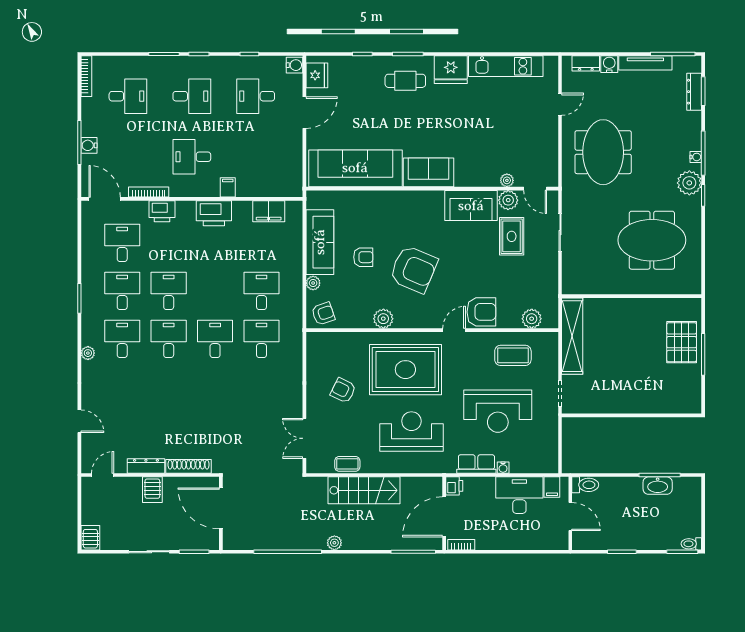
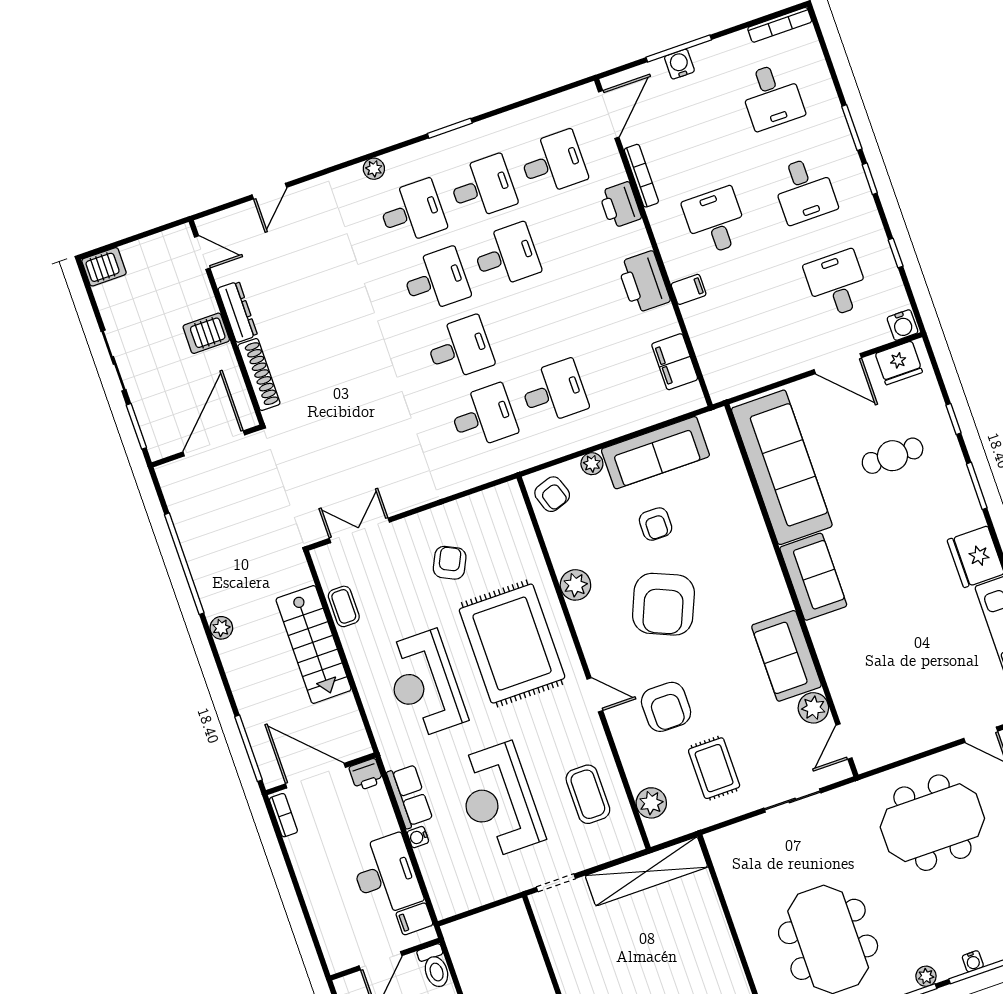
cafe table: (405, 81) -> (893, 456), moved, turned 90
plant: (507, 180) -> (842, 696), removed
plant: (689, 183) -> (926, 976), width x0.53, depth x0.53
rug: (512, 236) -> (714, 768), moved, turned 90
armchair: (481, 312) -> (666, 707), moved
reception desk: (411, 432) -> (424, 684), turned 180

